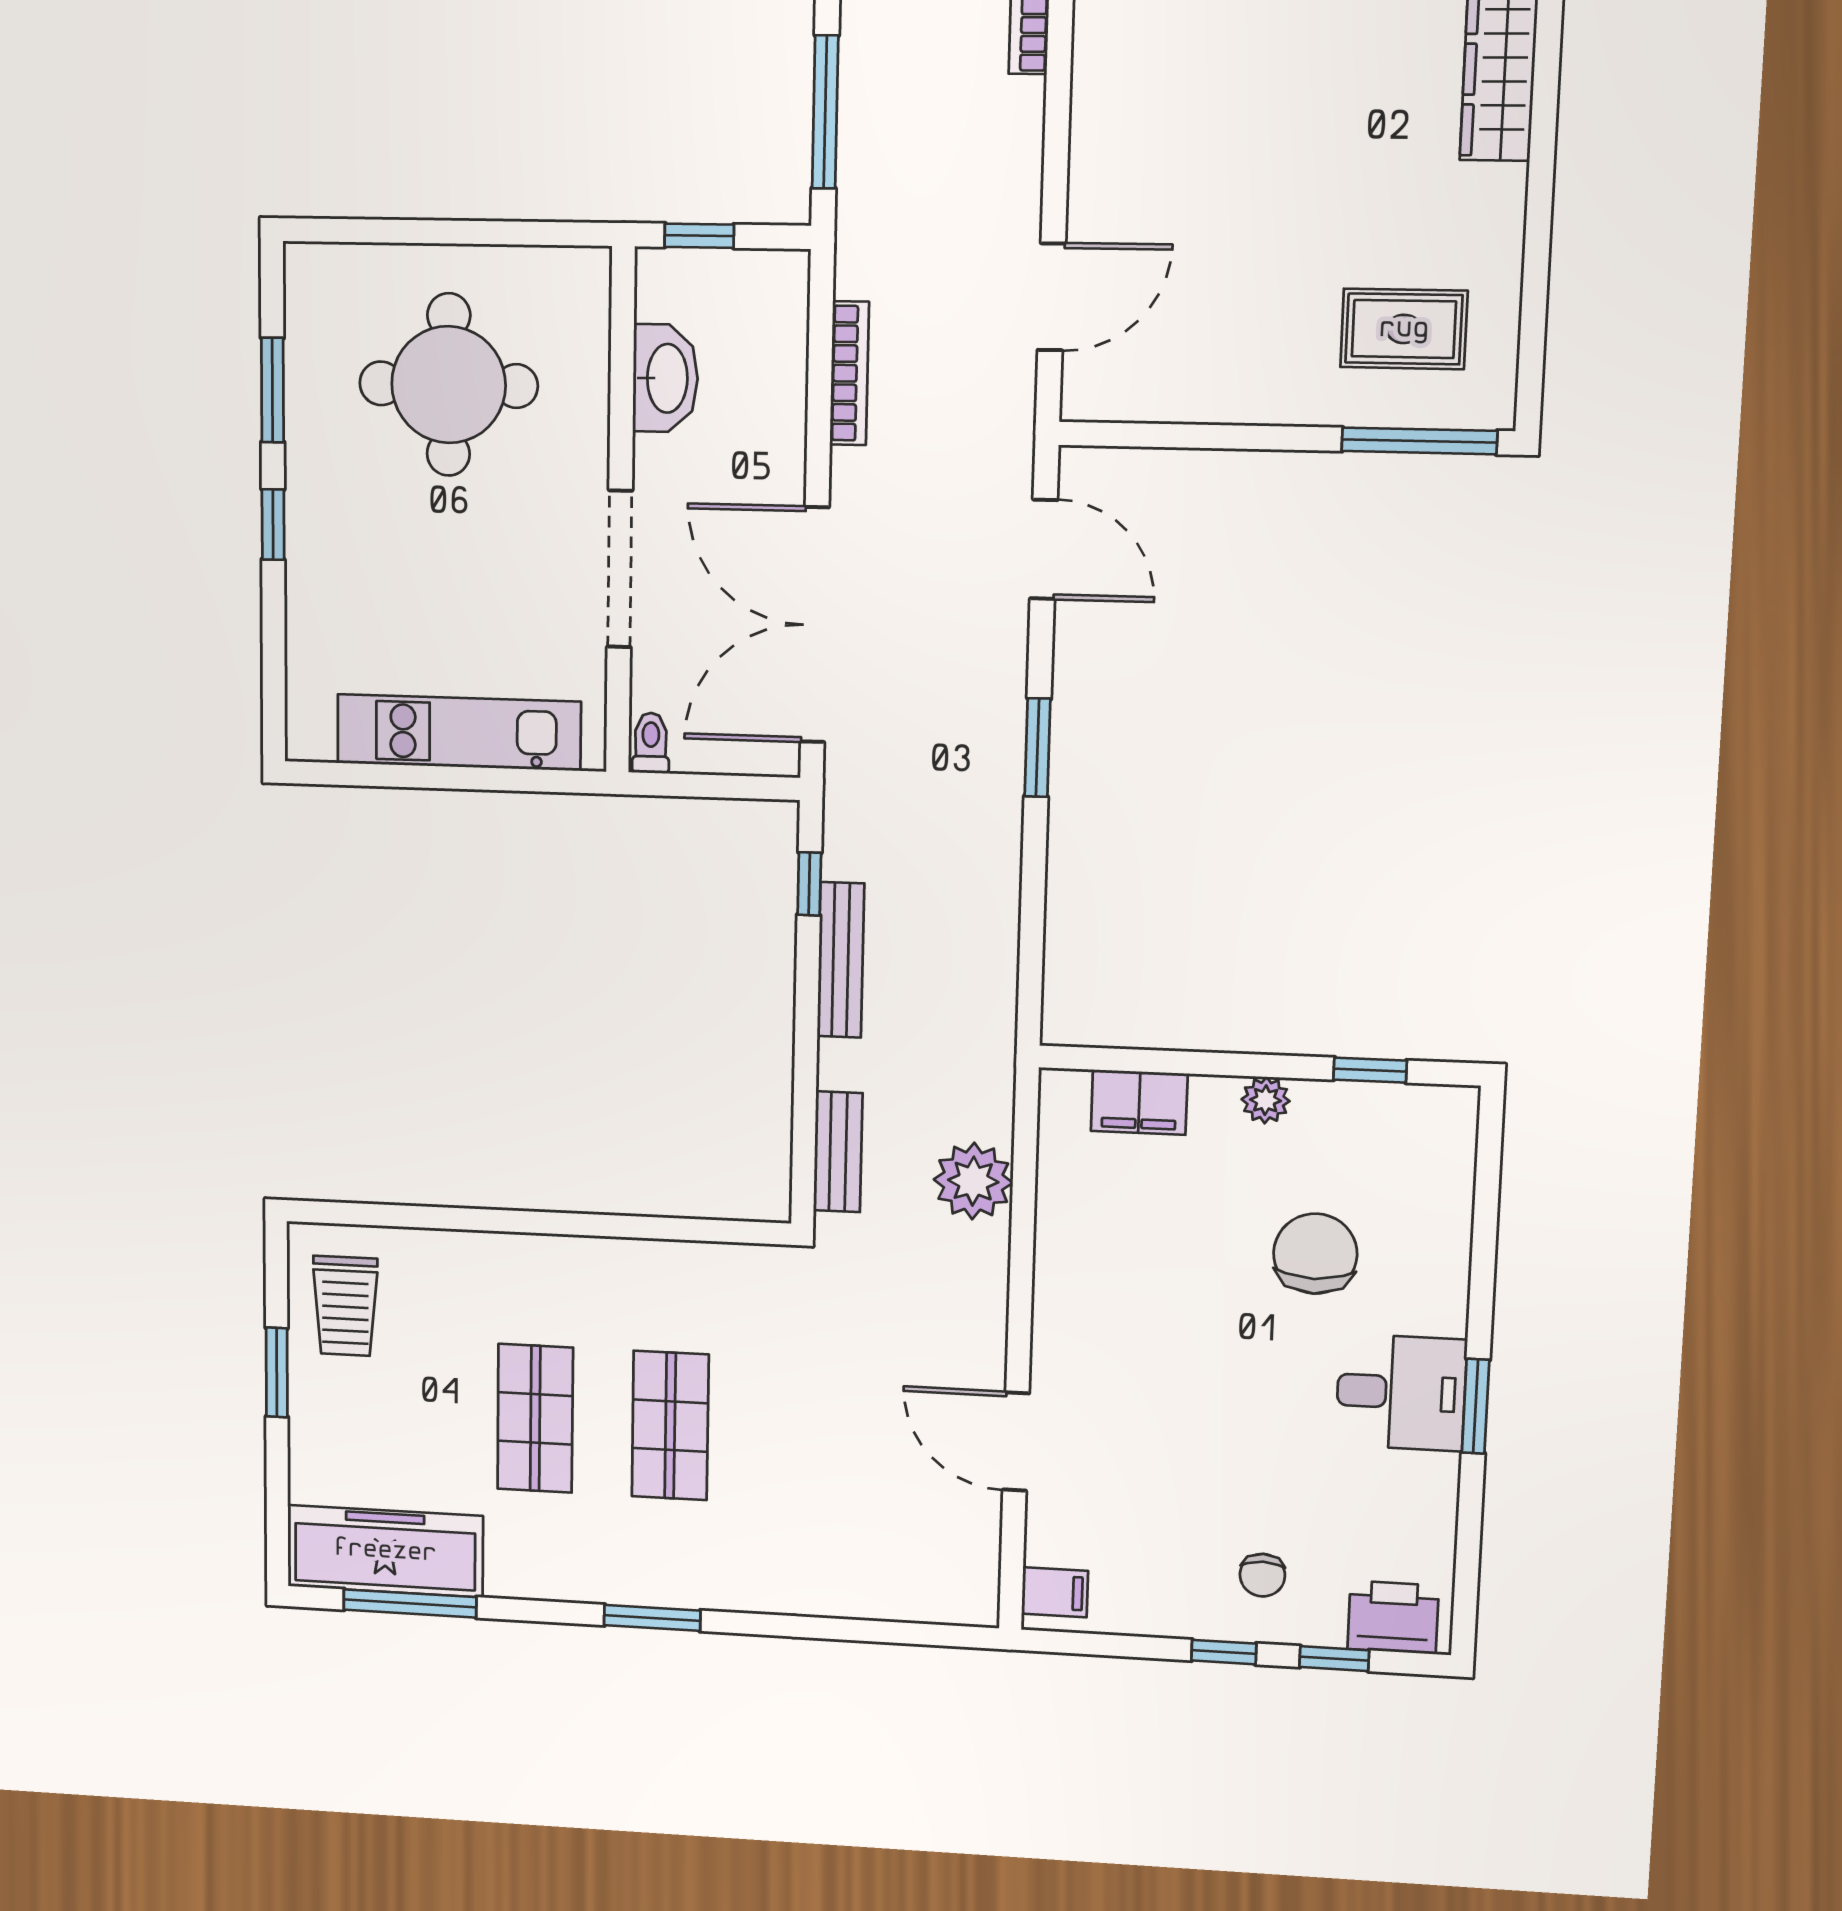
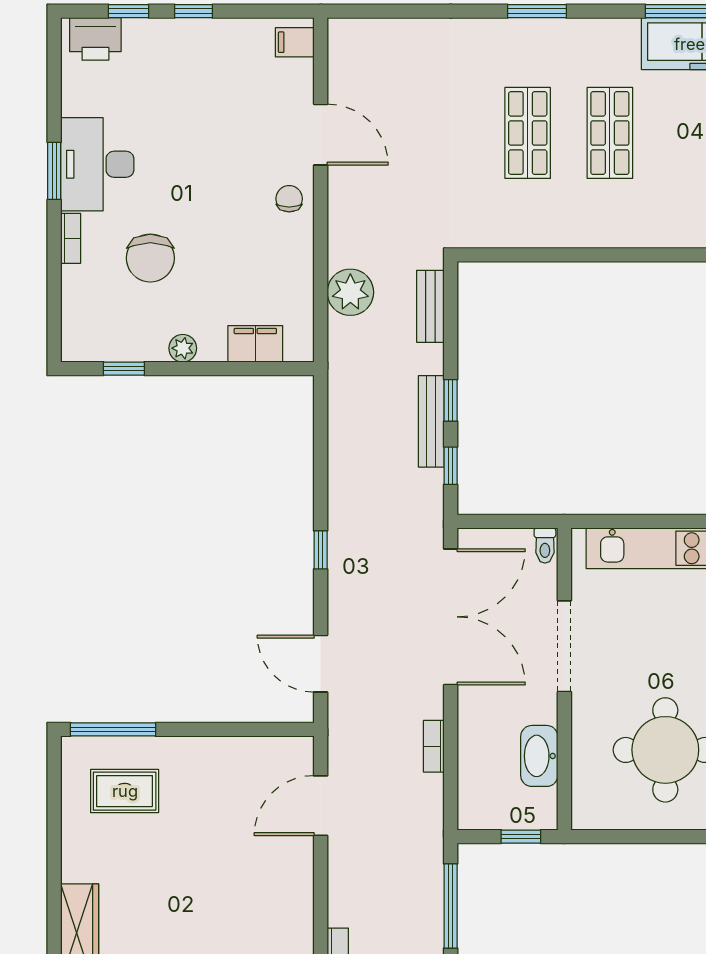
bookcase: (849, 373) -> (434, 746), width x0.64
window: (1037, 748) -> (321, 550), width x0.67
window: (807, 994) -> (451, 400), added
bookcase: (1453, 1293) -> (71, 238), added
desk: (1401, 1392) -> (97, 164), width x1.37
chair: (1262, 1575) -> (289, 199), moved

